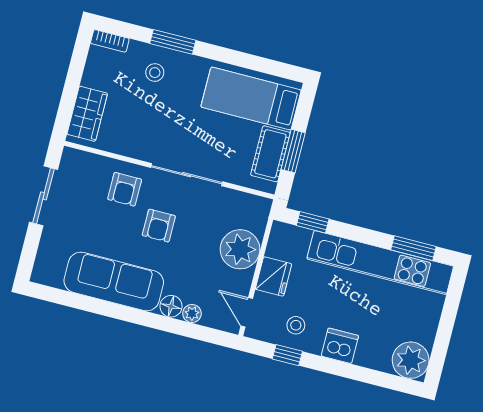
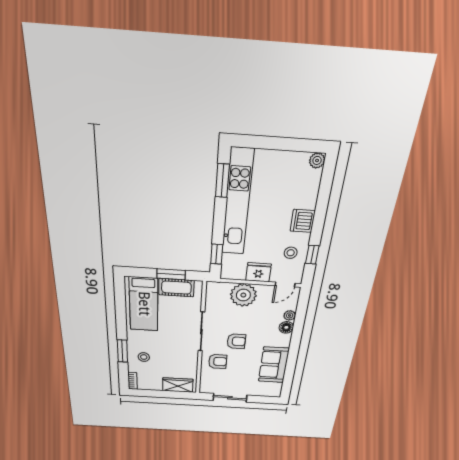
sofa: (114, 282) -> (274, 365), width x0.73
plant: (411, 360) -> (317, 160), width x0.53, depth x0.53

